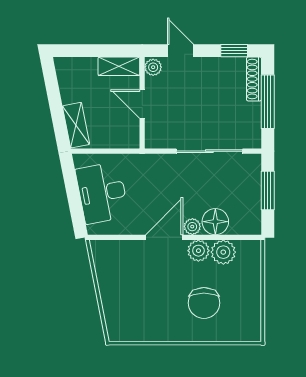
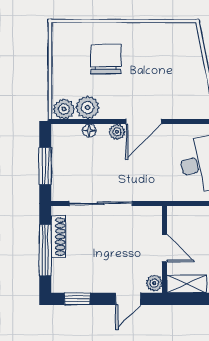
door: (180, 51) -> (128, 299), hinge flipped
shoe rack: (254, 79) -> (58, 237), moved
floor lamp: (215, 222) -> (89, 131), width x0.53, depth x0.53
plant: (198, 251) -> (64, 109), moved

